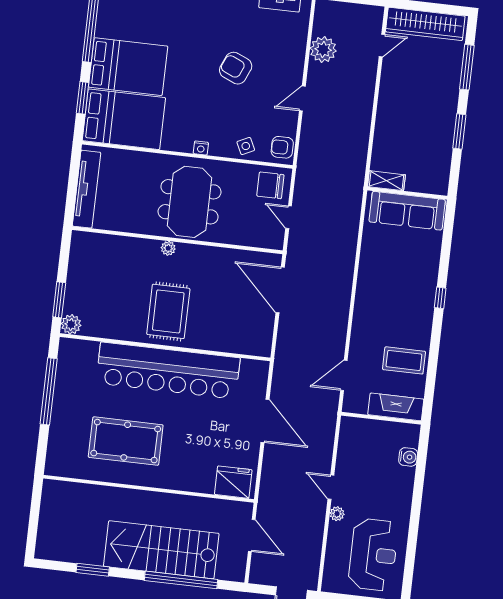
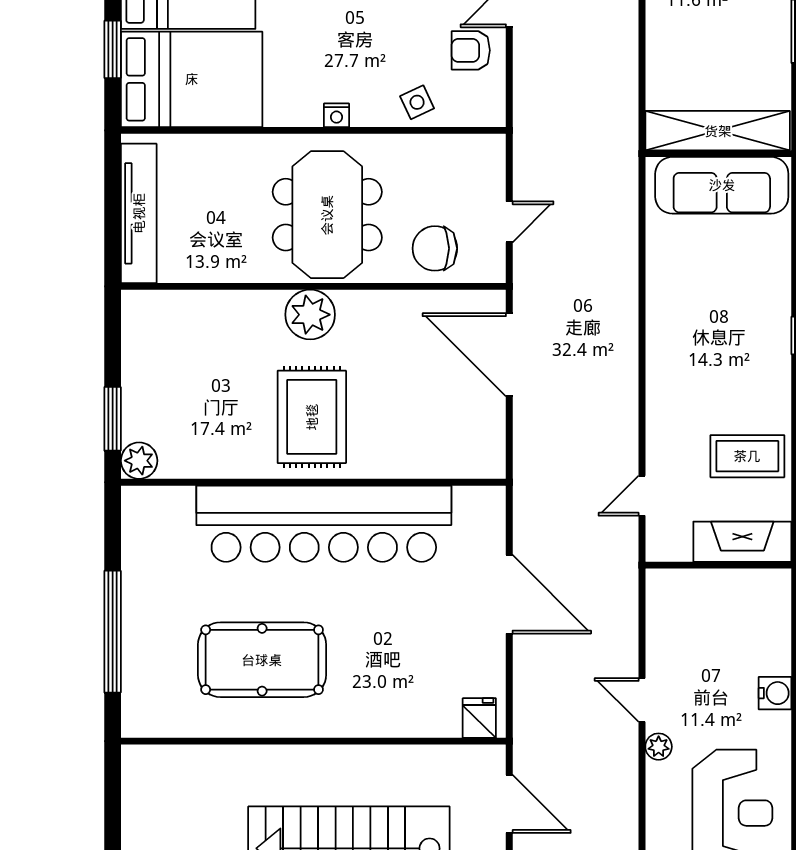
armchair: (282, 147) -> (471, 50), moved
shelving: (386, 181) -> (718, 131), width x2.20, depth x1.33
chair: (270, 185) -> (435, 248), moved
door: (289, 217) -> (509, 222), swing flipped
plant: (168, 248) -> (310, 315), width x1.88, depth x1.88
door: (344, 375) -> (642, 496), width x0.73
window: (49, 391) -> (113, 632), moved
water cooler: (408, 457) -> (775, 693), moved
fridge: (233, 482) -> (479, 718), width x0.53, depth x0.75

